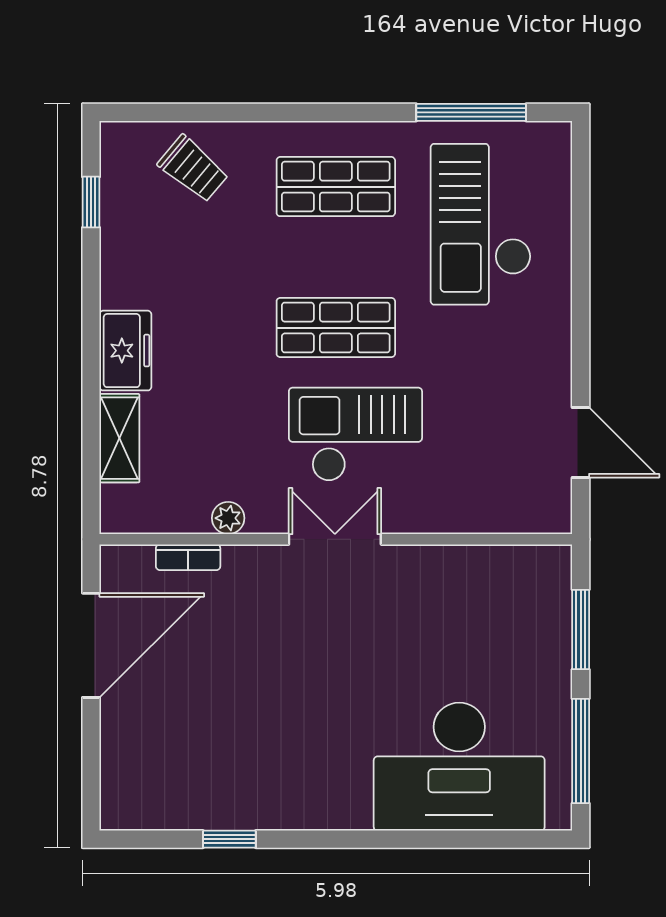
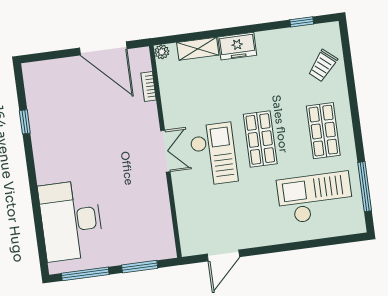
plant: (228, 518) -> (162, 52), moved

